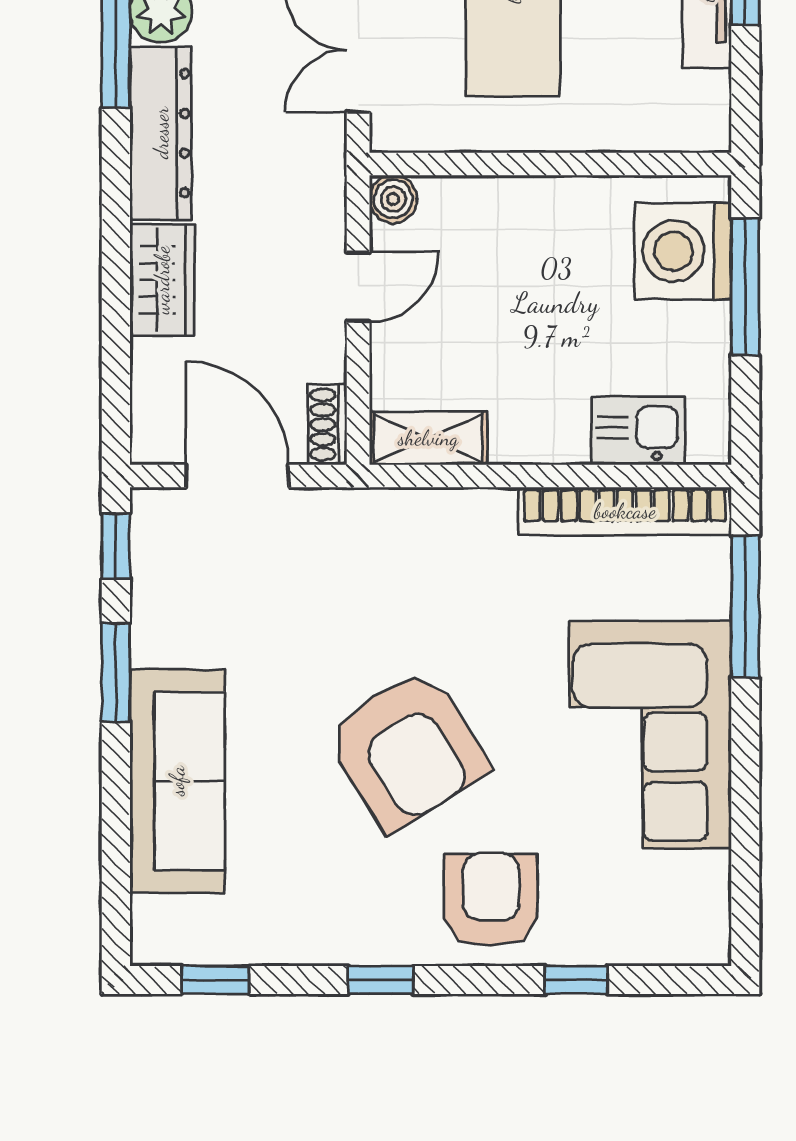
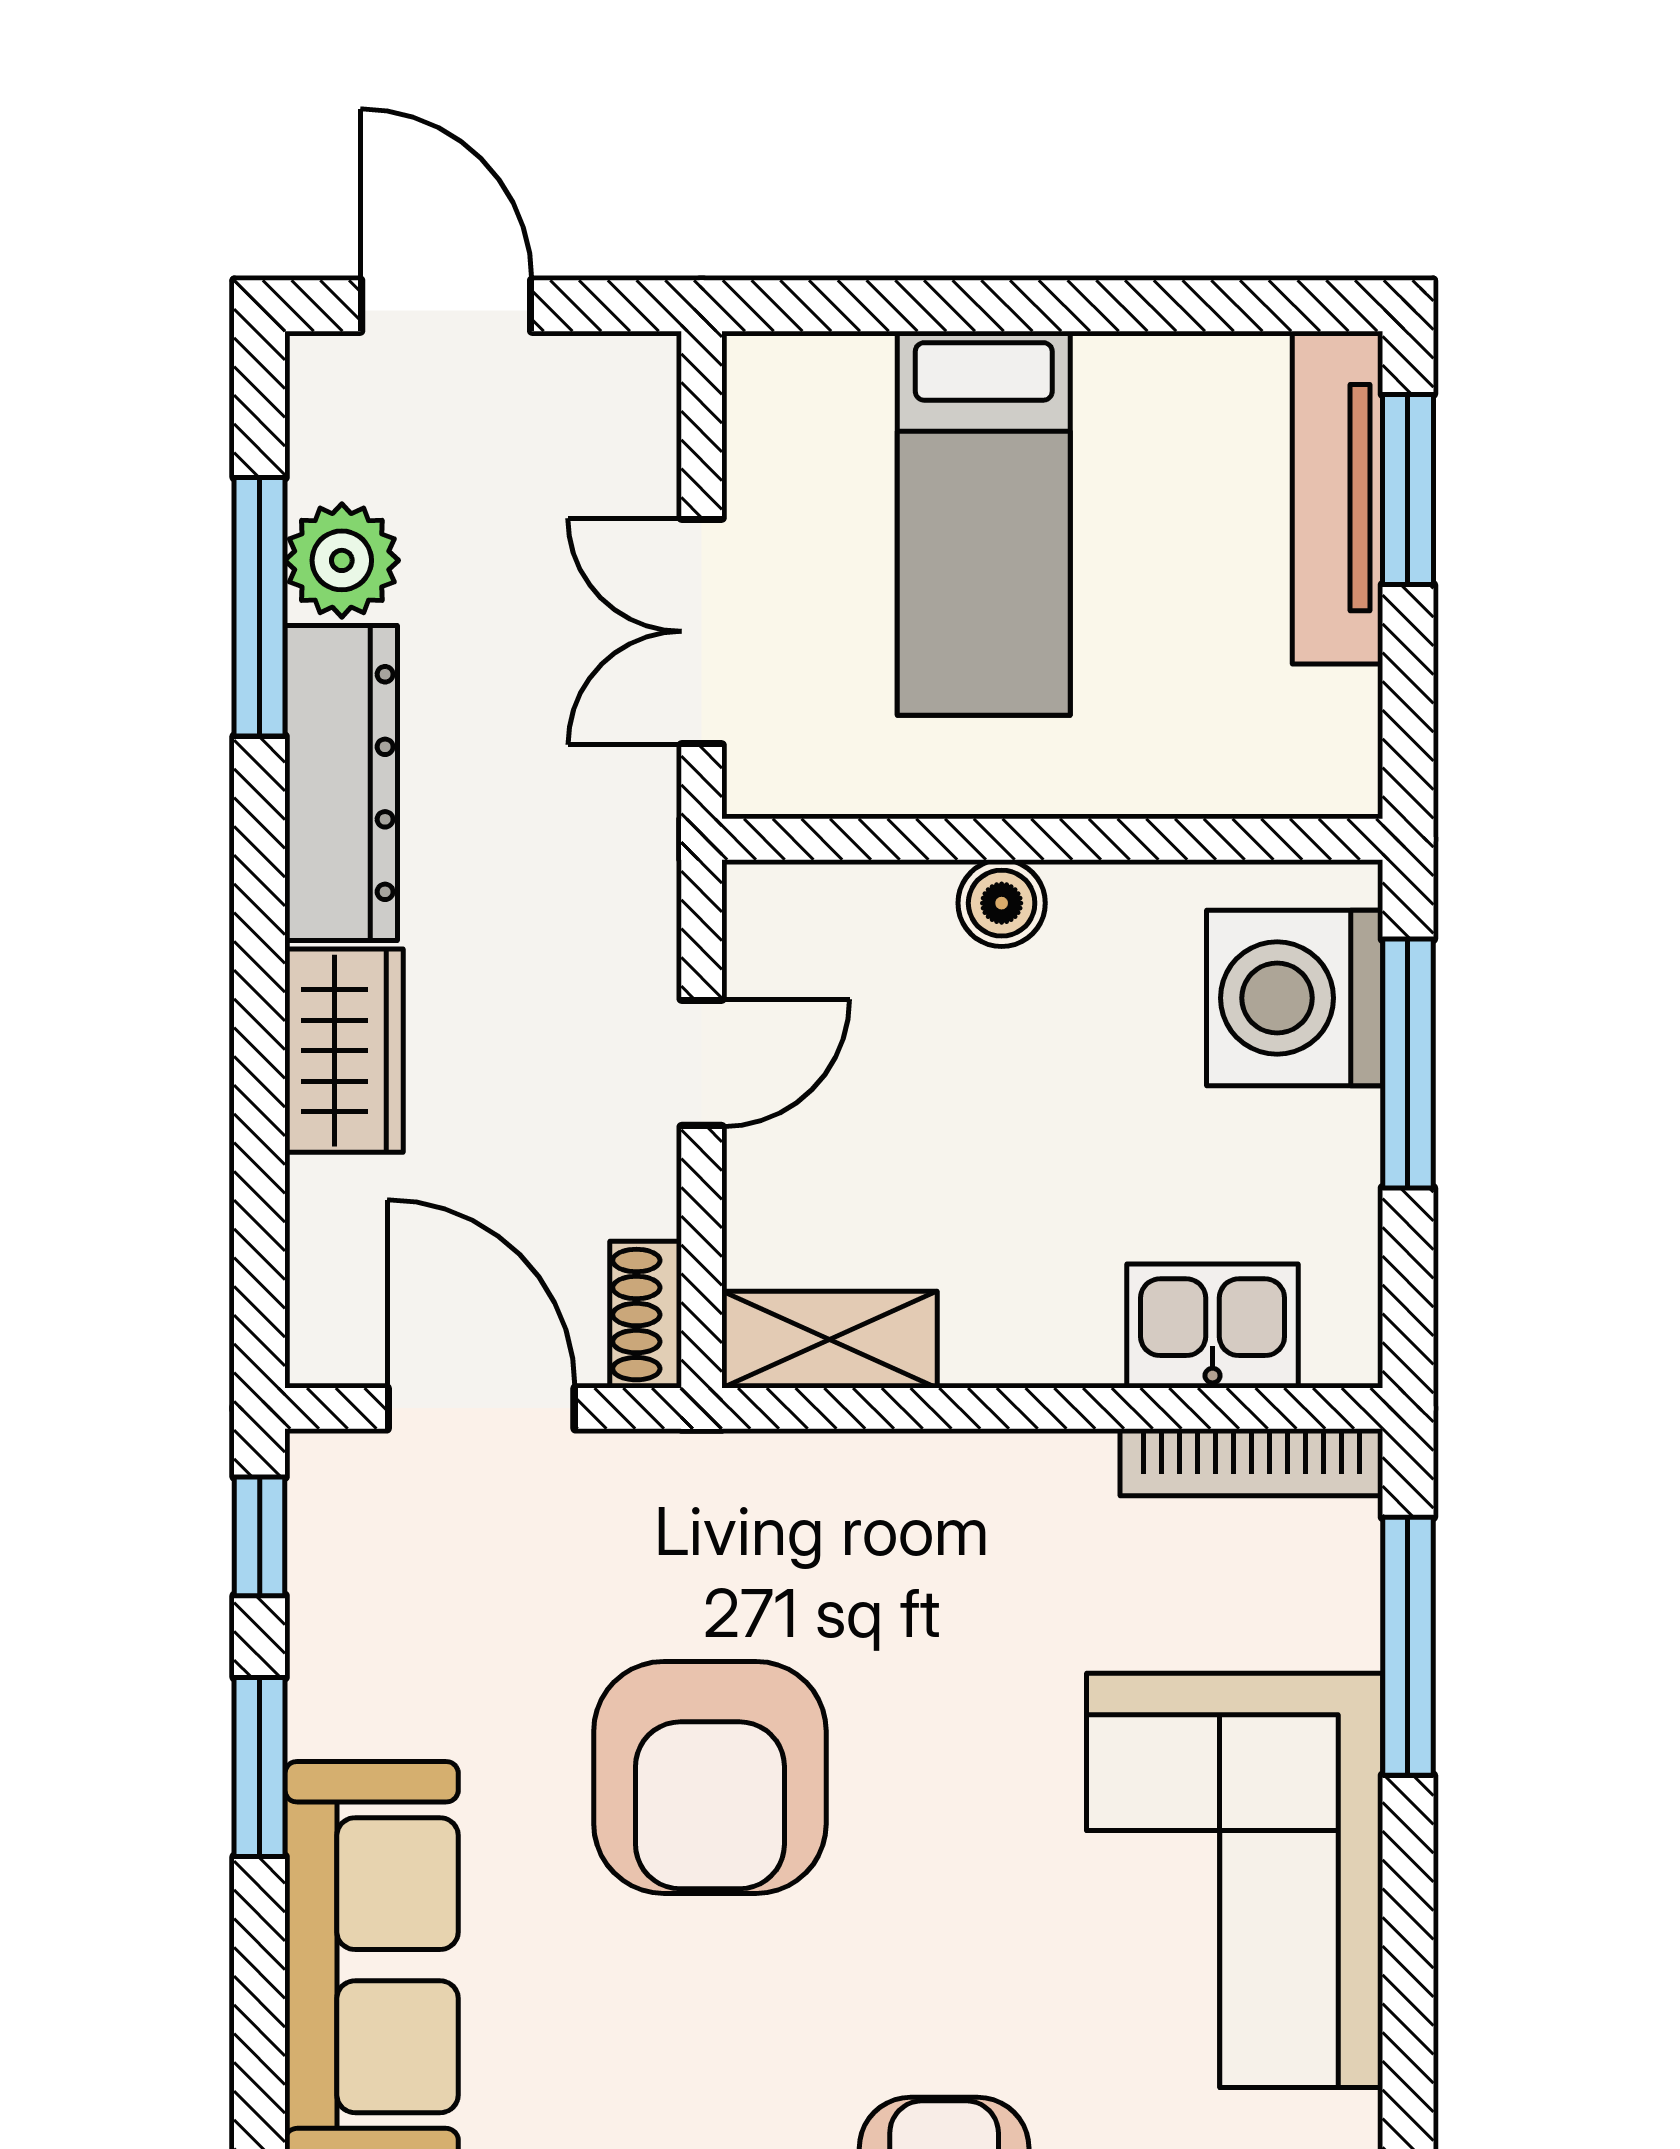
boiler: (393, 199) -> (1002, 903), moved
bookcase: (625, 511) -> (1251, 1462), width x0.68, depth x0.76
armchair: (407, 749) -> (710, 1777), moved, turned 32

